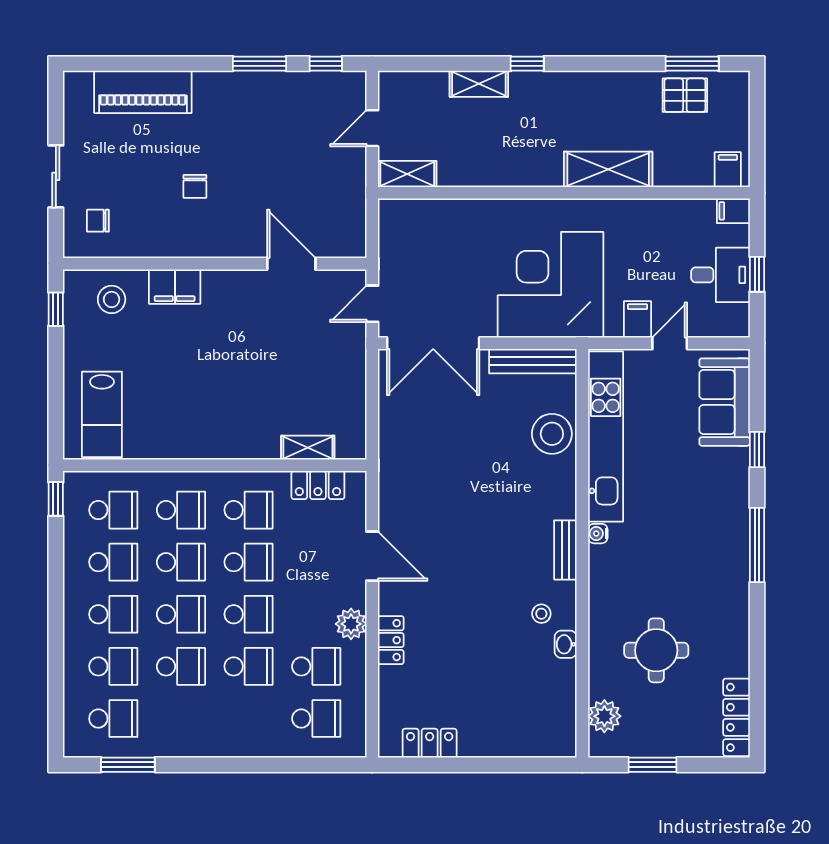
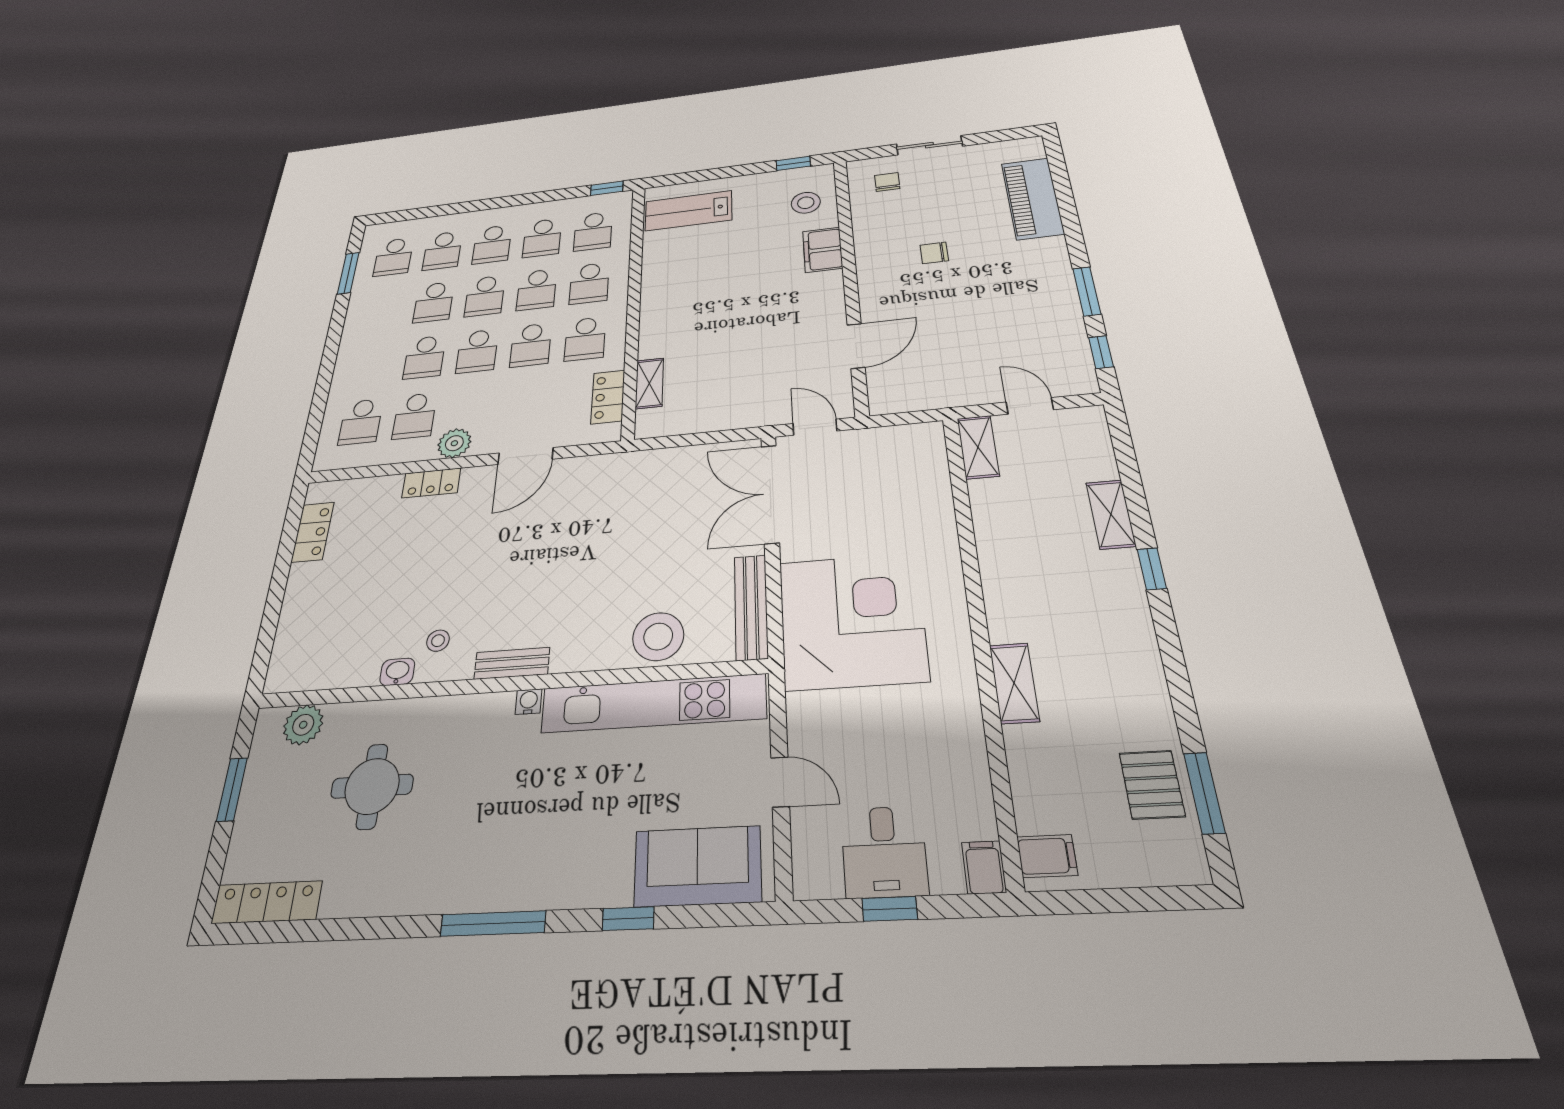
shelving: (608, 169) -> (1014, 683), width x0.67, depth x0.75
filing cabinet: (638, 319) -> (812, 735), removed

